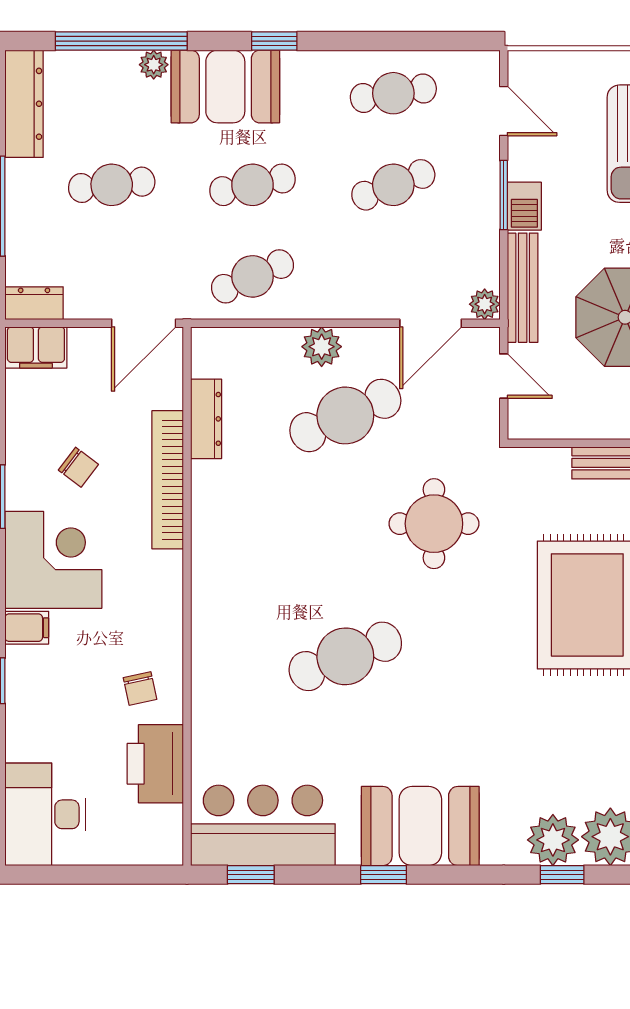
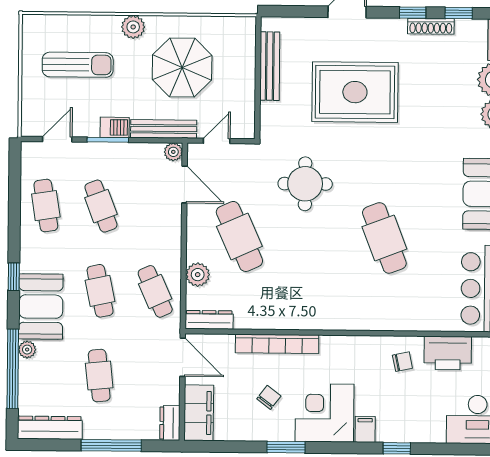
filing cabinet: (36, 347) -> (199, 413), width x1.50, depth x1.17
plant: (322, 347) -> (198, 275), moved
dresser: (206, 419) -> (209, 320), moved

